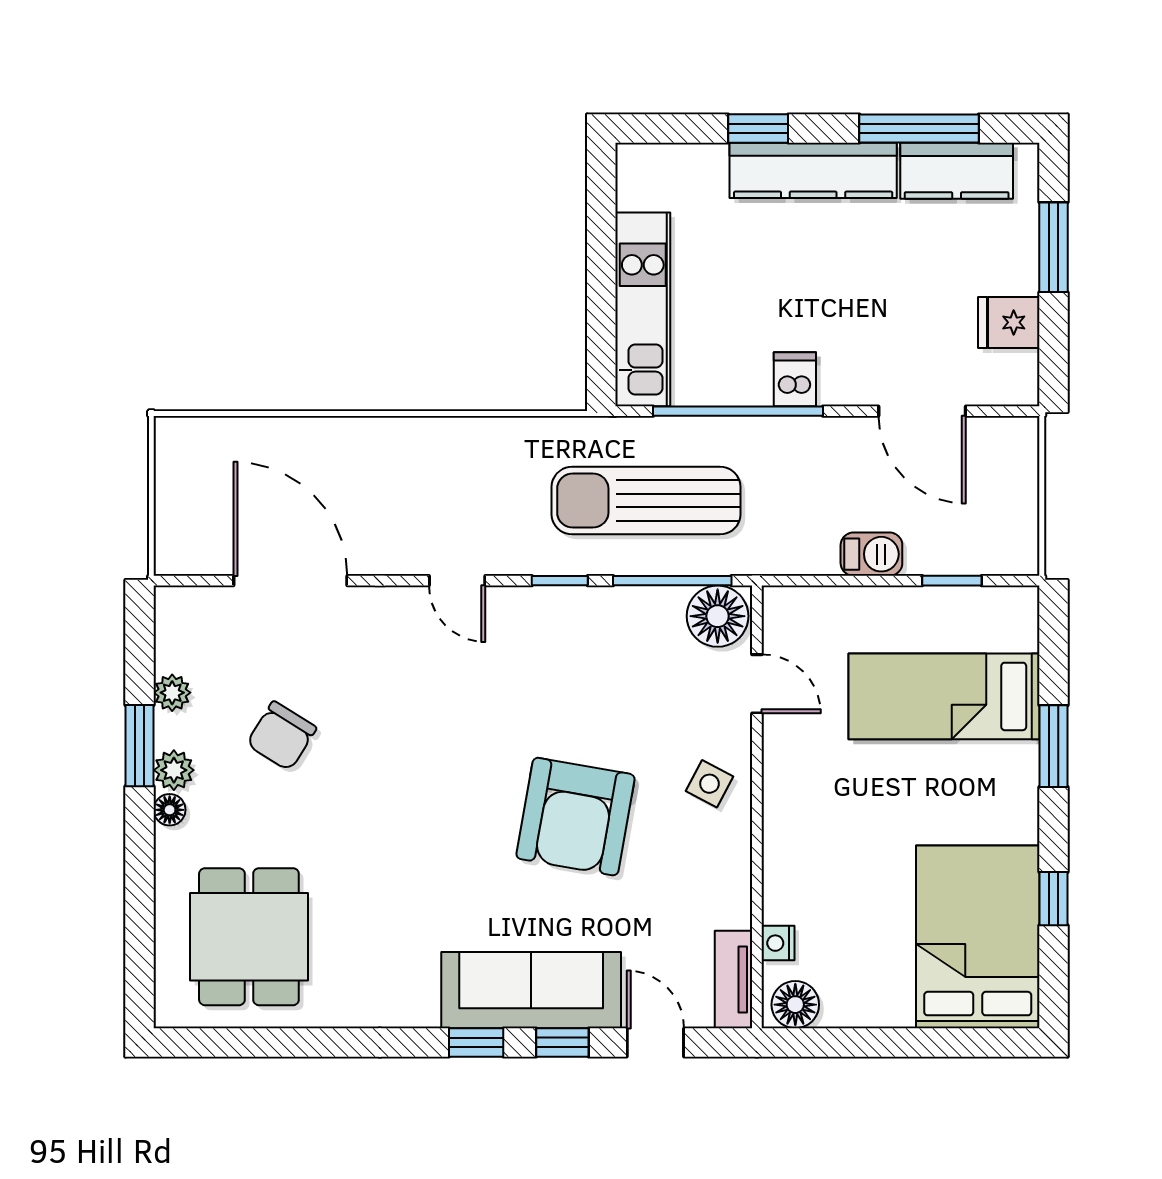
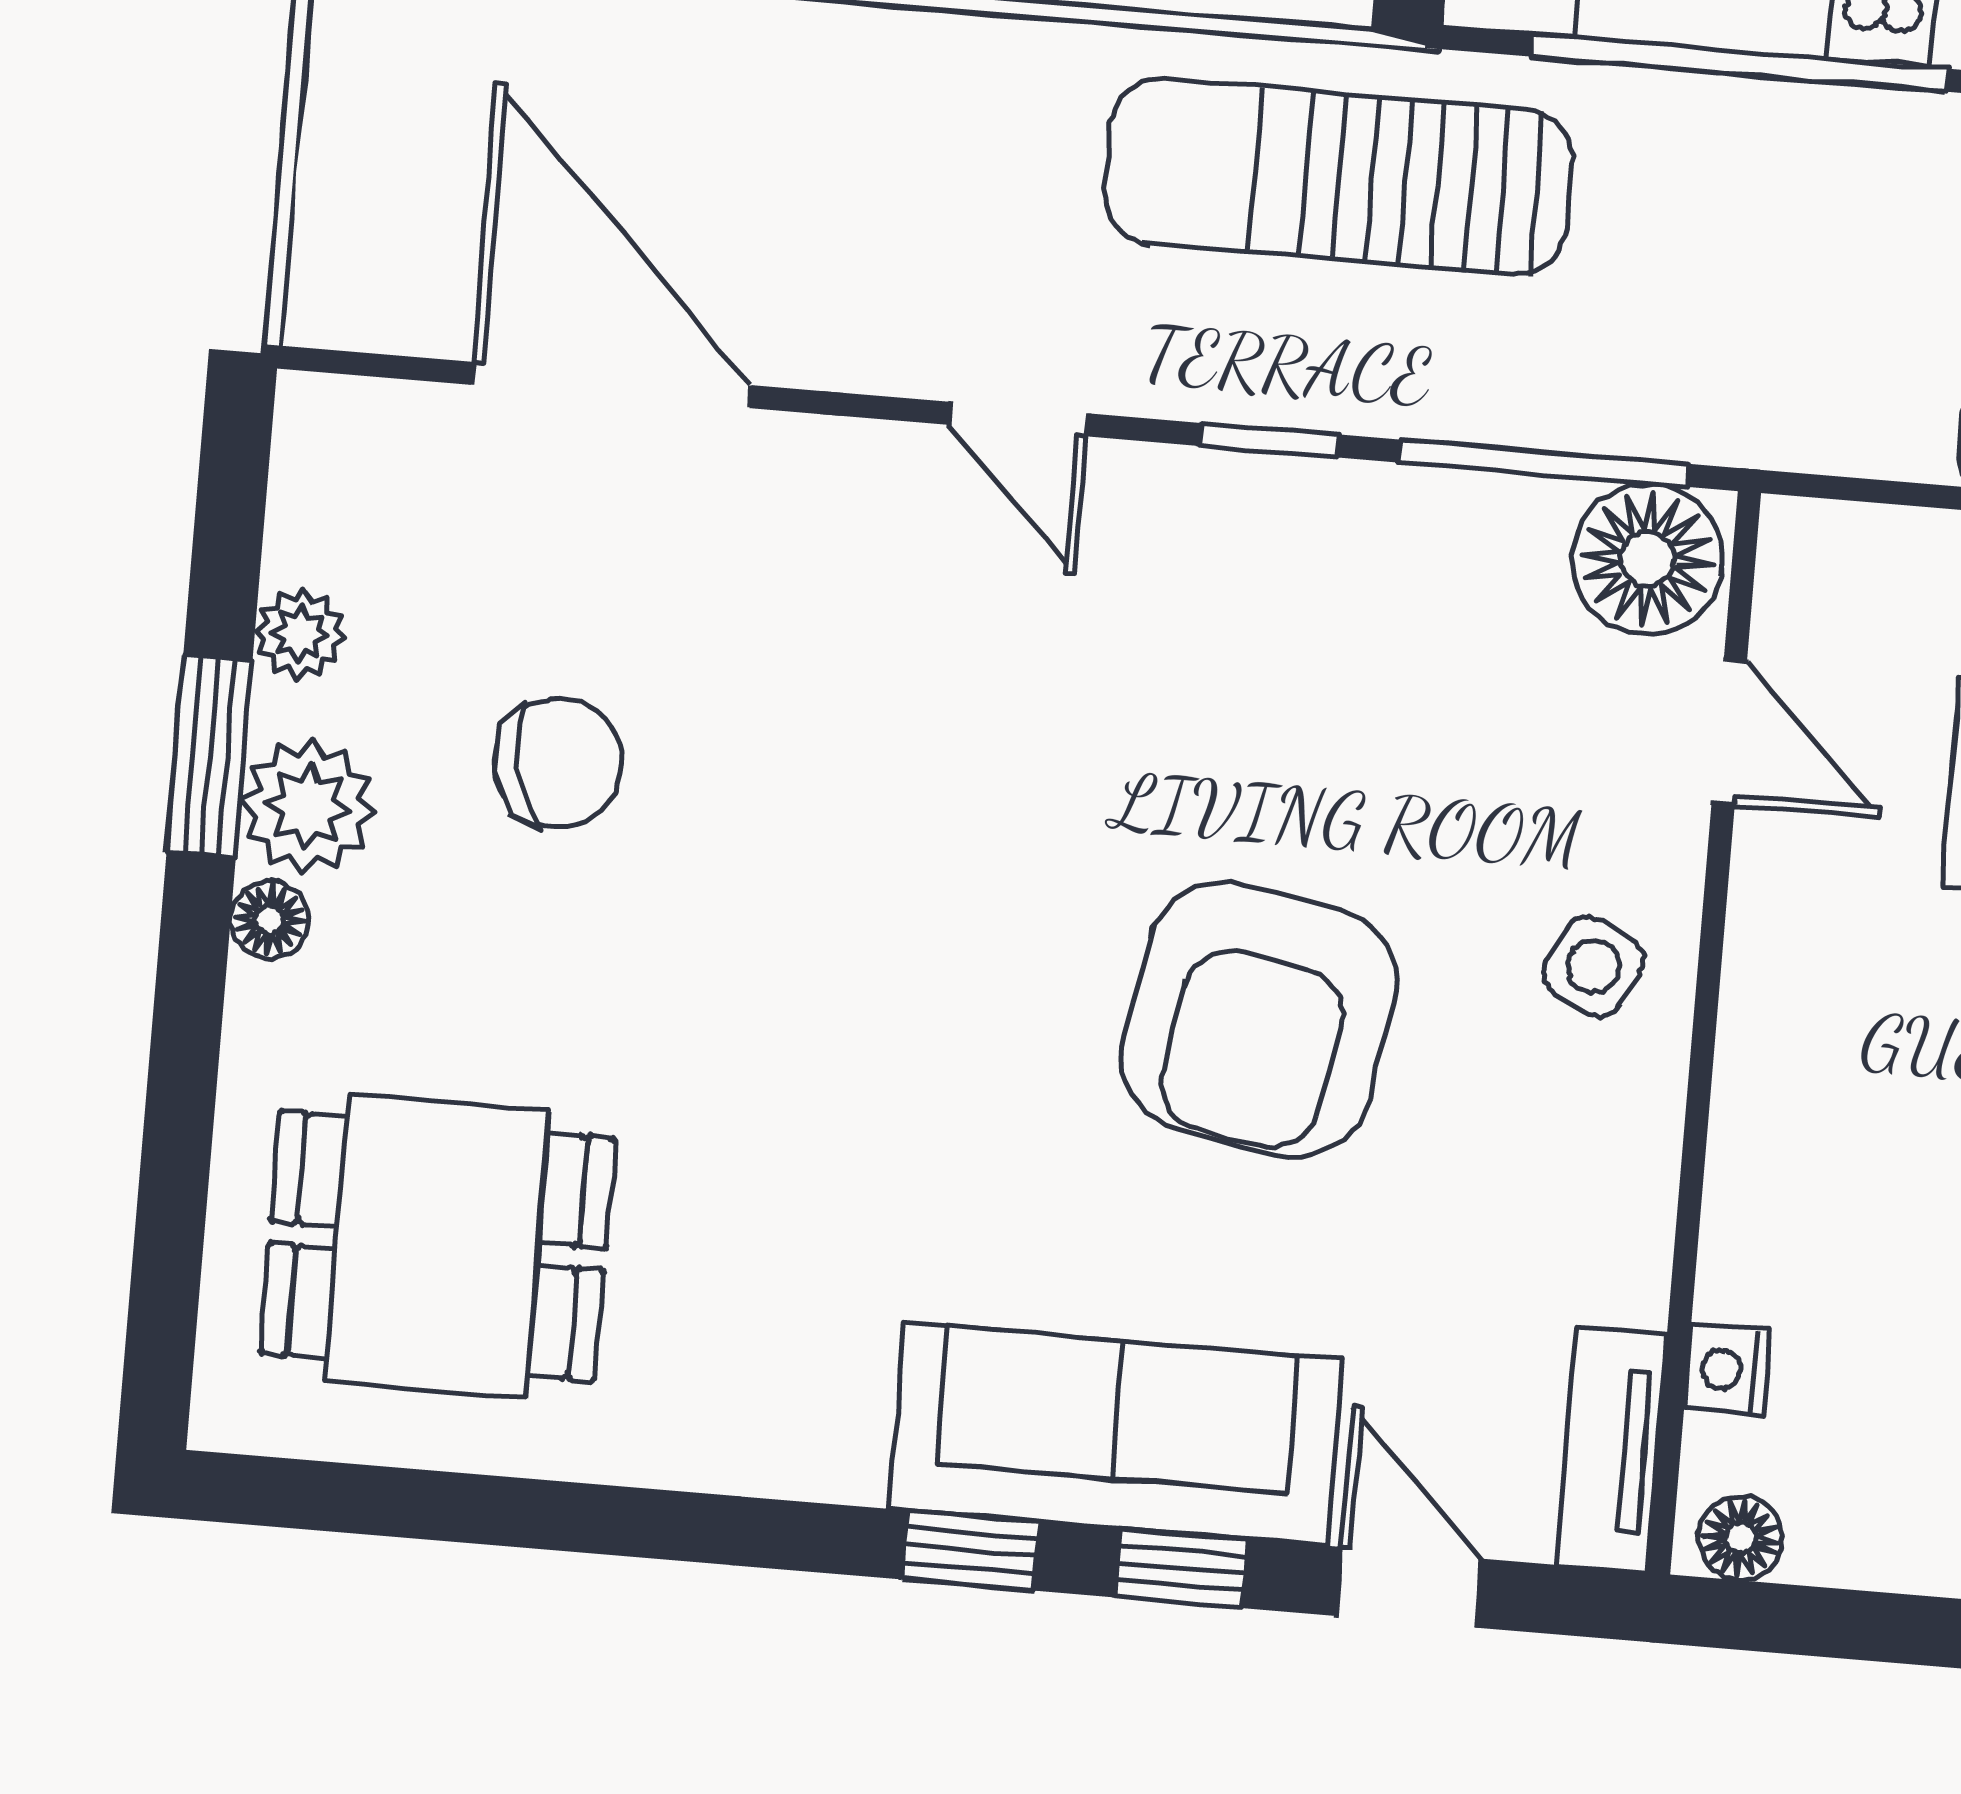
sun lounger: (646, 501) -> (1338, 176), moved
chair: (281, 736) -> (558, 762), turned -134
plant: (174, 770) -> (308, 807), width x1.38, depth x1.38
dining table: (249, 937) -> (437, 1246), turned 90
floor lamp: (795, 1005) -> (1740, 1538), width x0.73, depth x0.73

